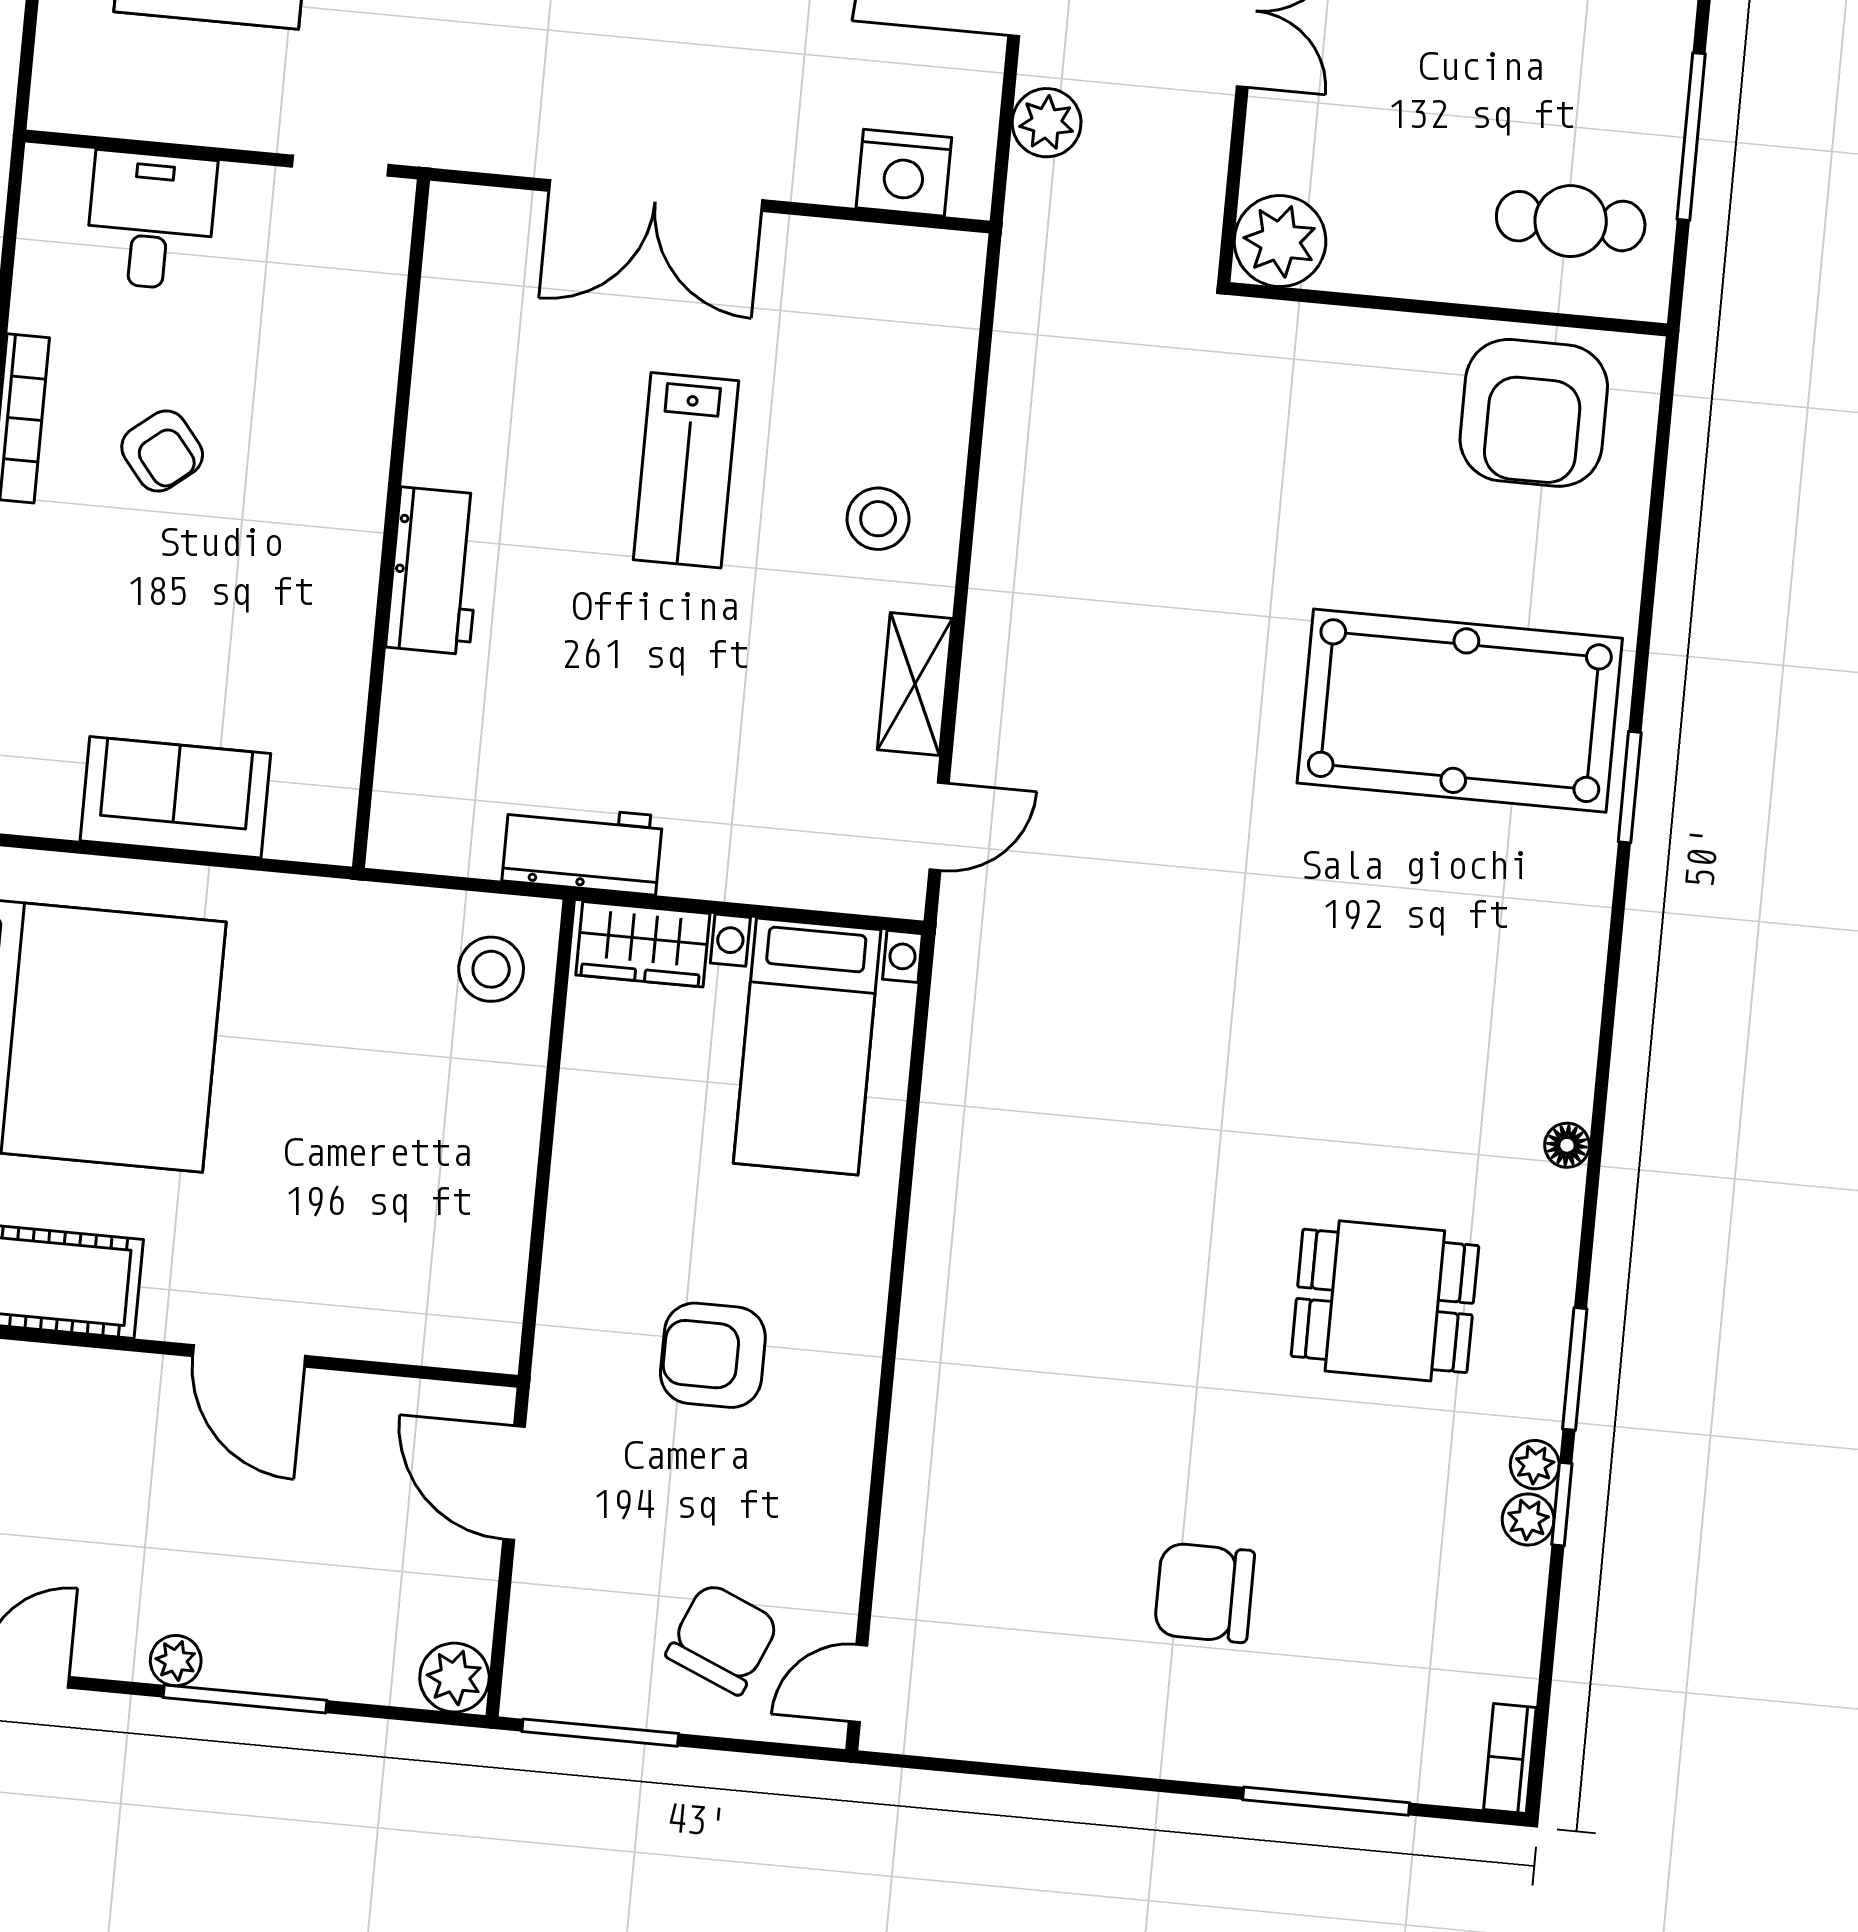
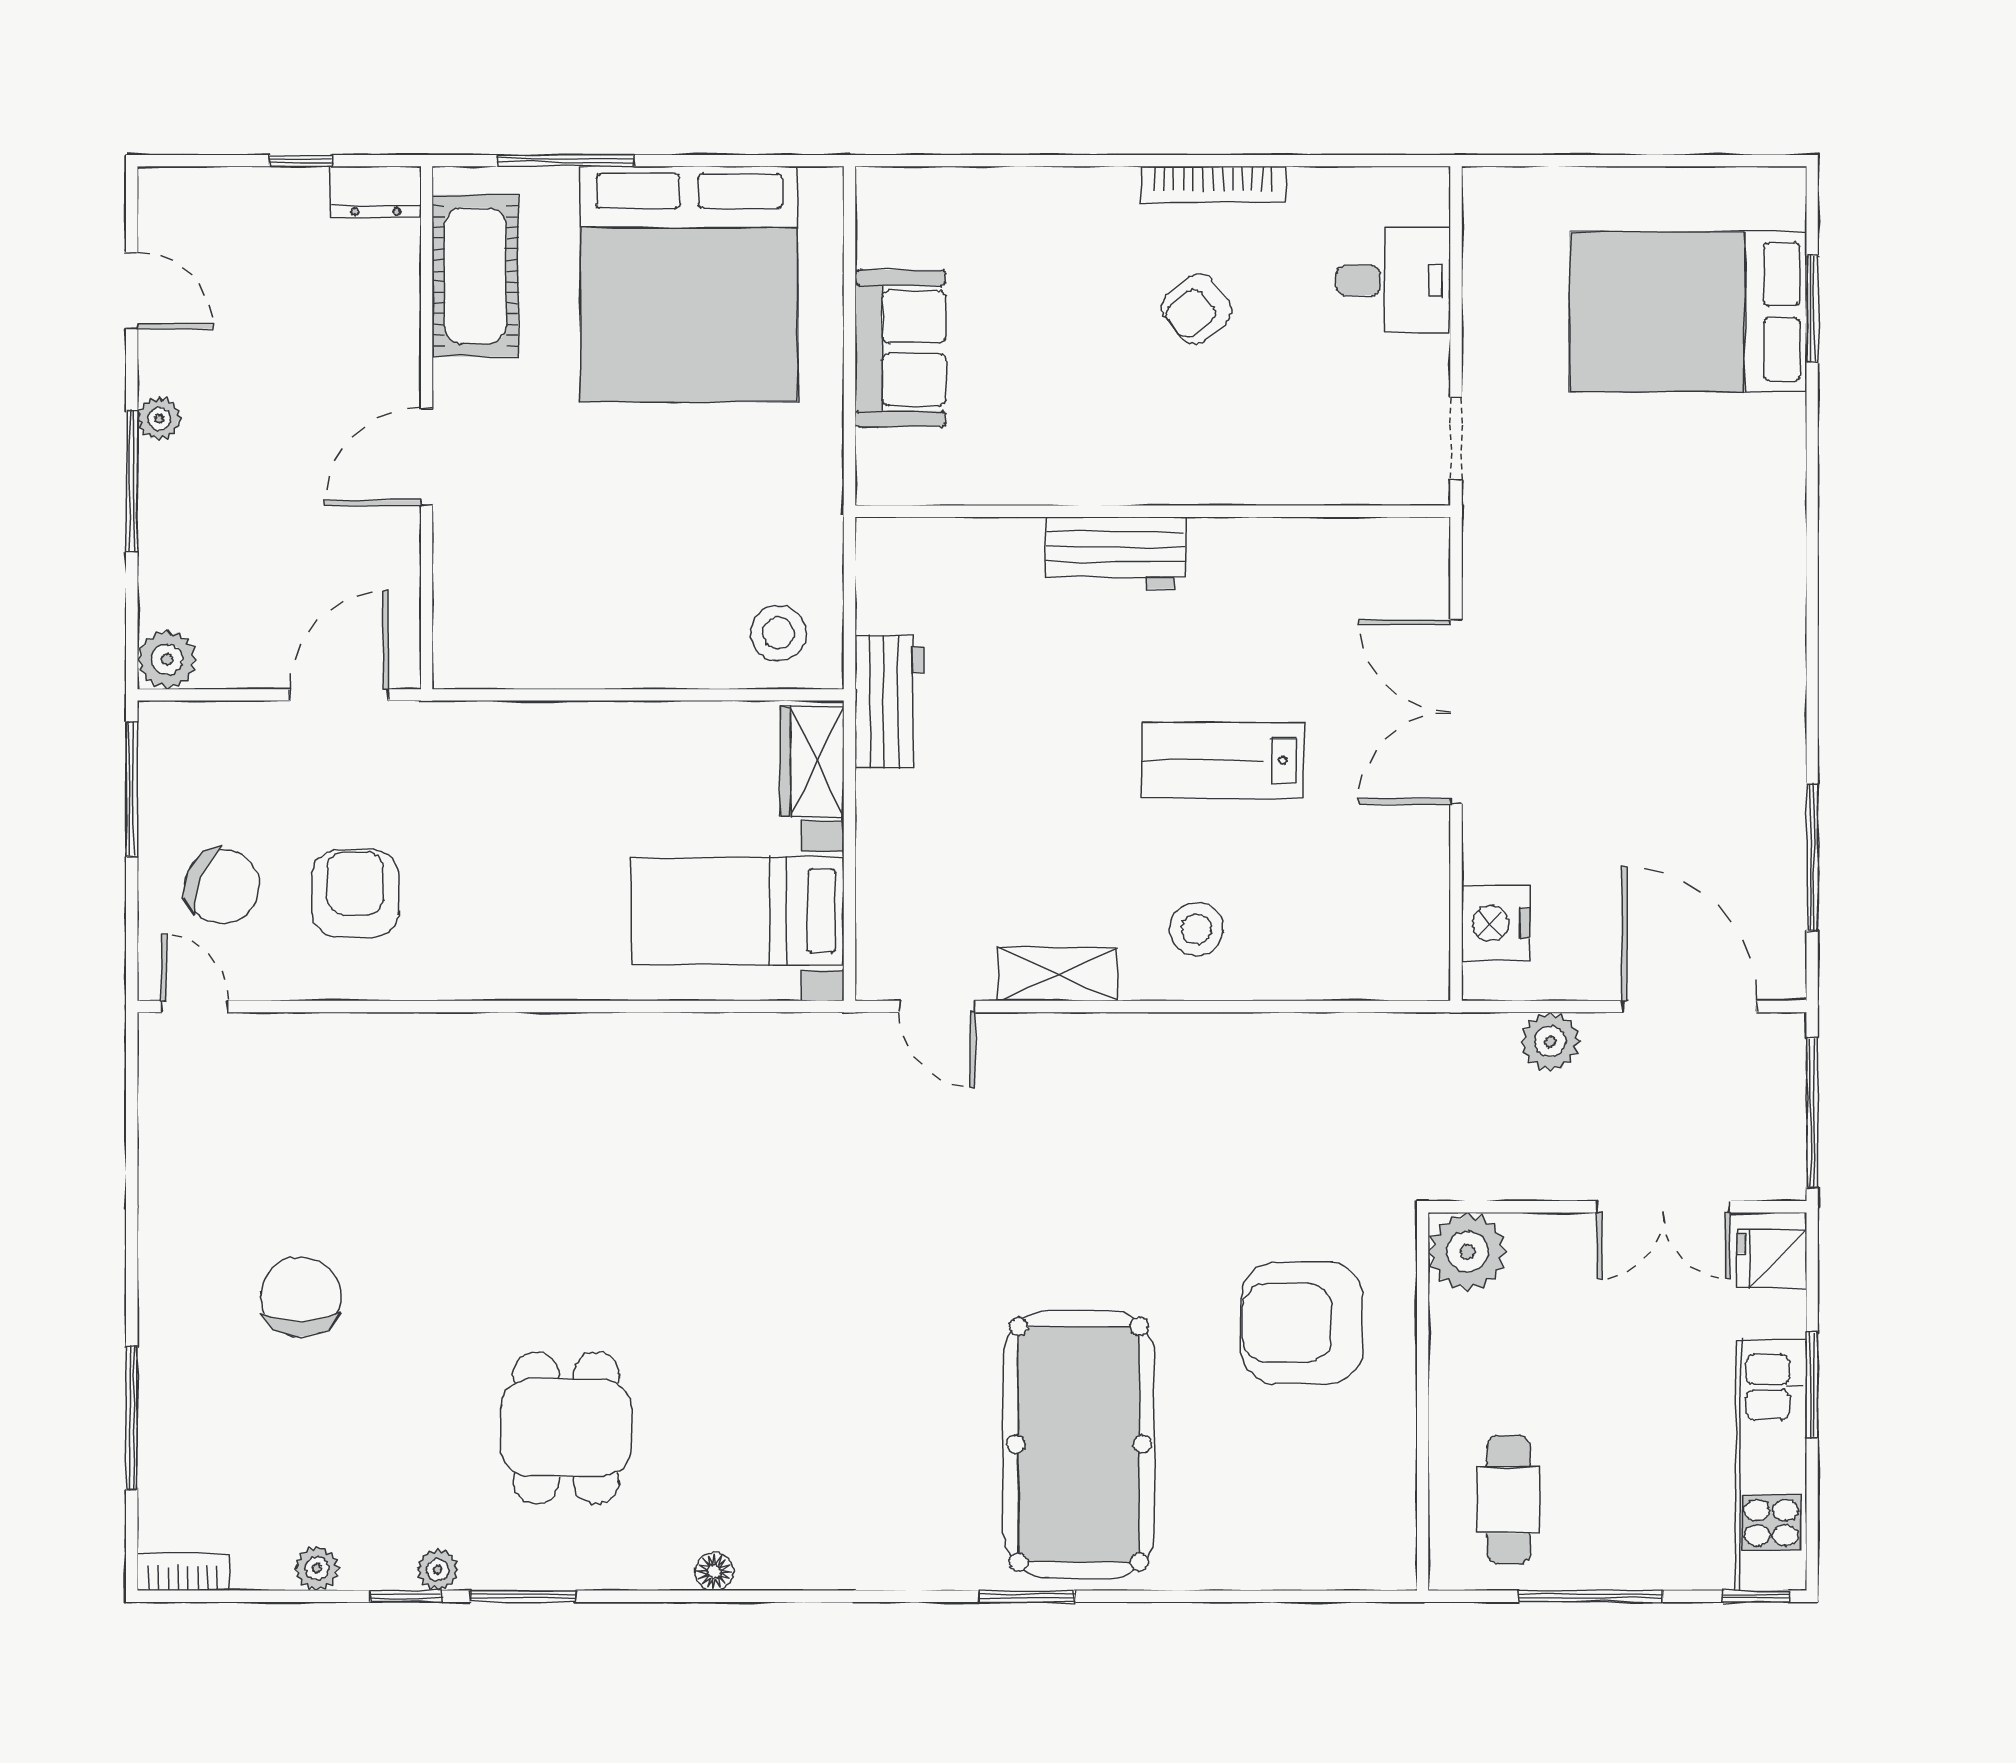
armchair: (1534, 413) -> (1302, 1323), moved
armchair: (713, 1355) -> (355, 894), moved
plant: (1528, 1520) -> (317, 1568), moved

